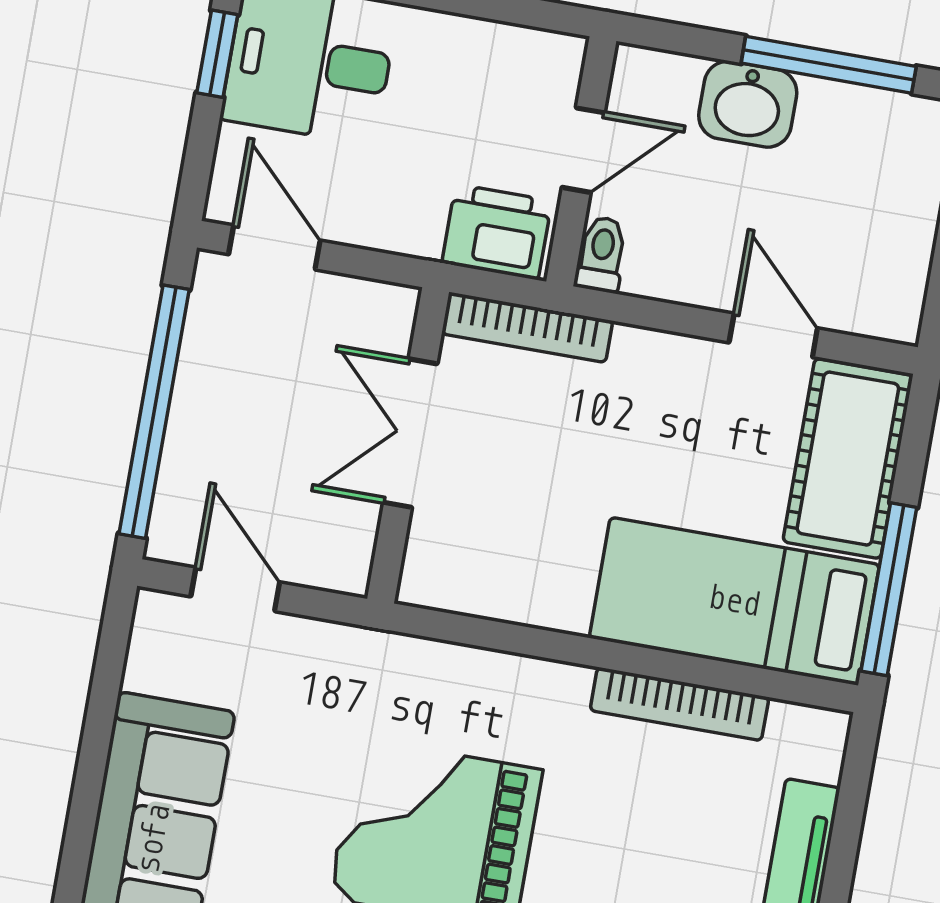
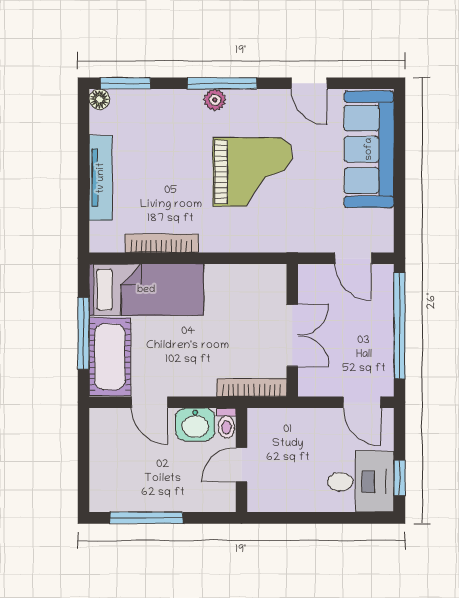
washbasin: (748, 104) -> (195, 424), moved, turned 180
printer: (497, 232) -> (271, 425), removed
window: (889, 589) -> (83, 333), moved

